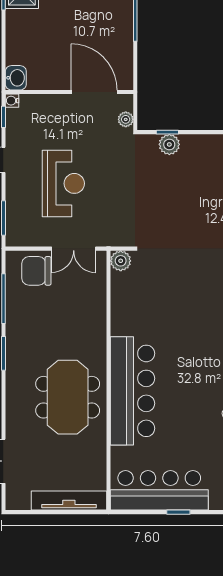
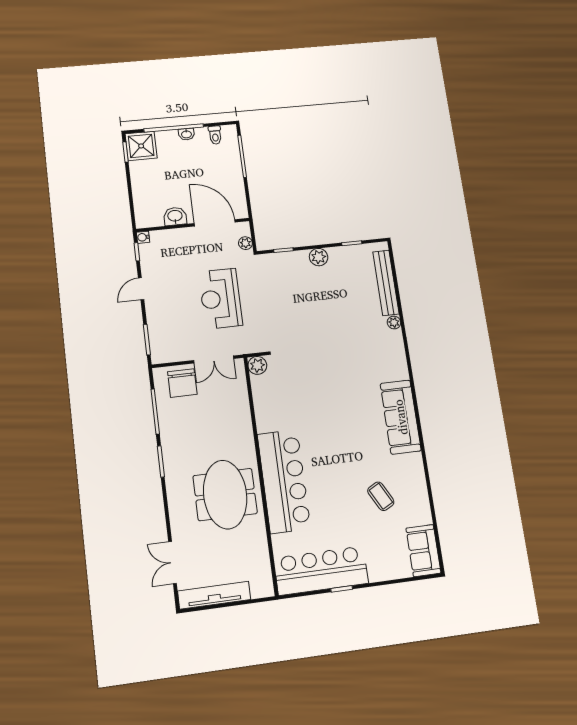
washbasin: (16, 78) -> (175, 216), moved, turned -90
plant: (169, 144) -> (319, 257), moved
reception desk: (63, 183) -> (221, 299), moved, turned 180
chair: (36, 271) -> (182, 383), turned -90
tv unit: (69, 501) -> (214, 595), moved

